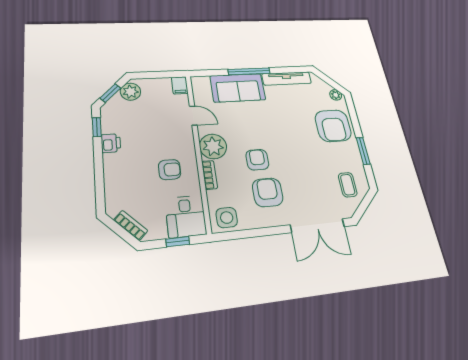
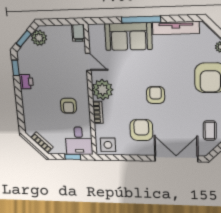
armchair: (257, 160) -> (156, 95), moved
armchair: (170, 170) -> (68, 106), turned 90
double door: (317, 226) -> (176, 159), swing flipped

